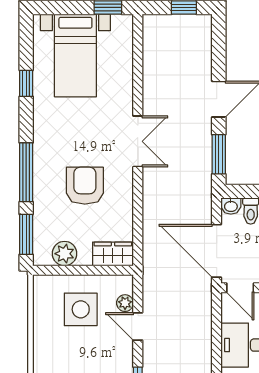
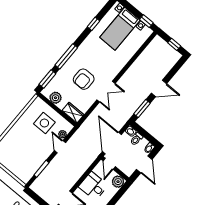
double door: (138, 141) -> (106, 92), moved
armchair: (85, 186) -> (84, 79), turned 180

